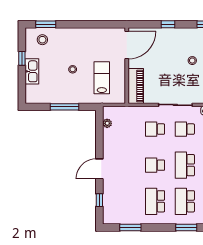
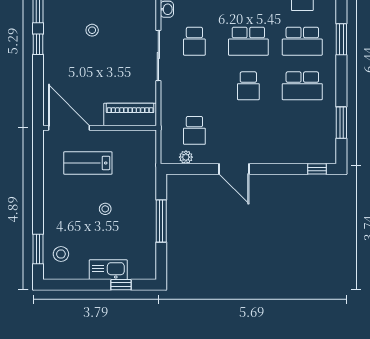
window: (168, 24) -> (38, 44), moved
window: (22, 58) -> (121, 285), moved
lab bench: (102, 78) -> (88, 163), moved
school desk: (155, 129) -> (194, 130), moved
door: (99, 169) -> (234, 169), moved
window: (99, 200) -> (317, 169), moved

